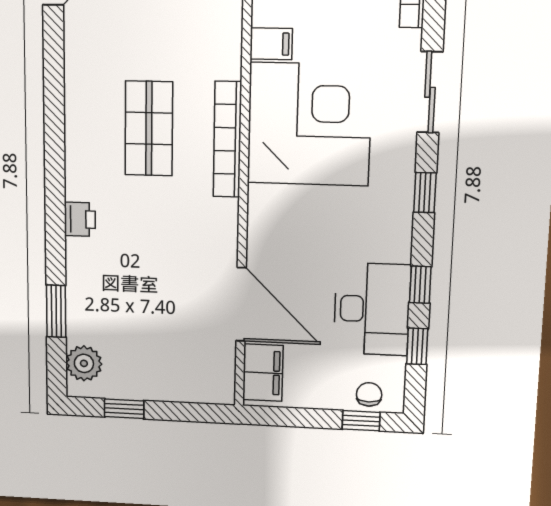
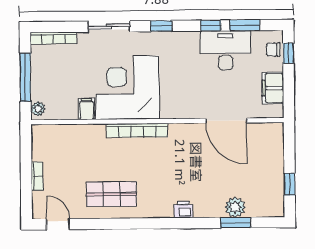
shop shelf: (149, 129) -> (111, 194), moved
door: (241, 304) -> (226, 121), swing flipped
window: (417, 346) -> (245, 25), width x1.50
plant: (84, 363) -> (235, 207), moved
filing cabinet: (263, 373) -> (273, 88), moved, turned -90

